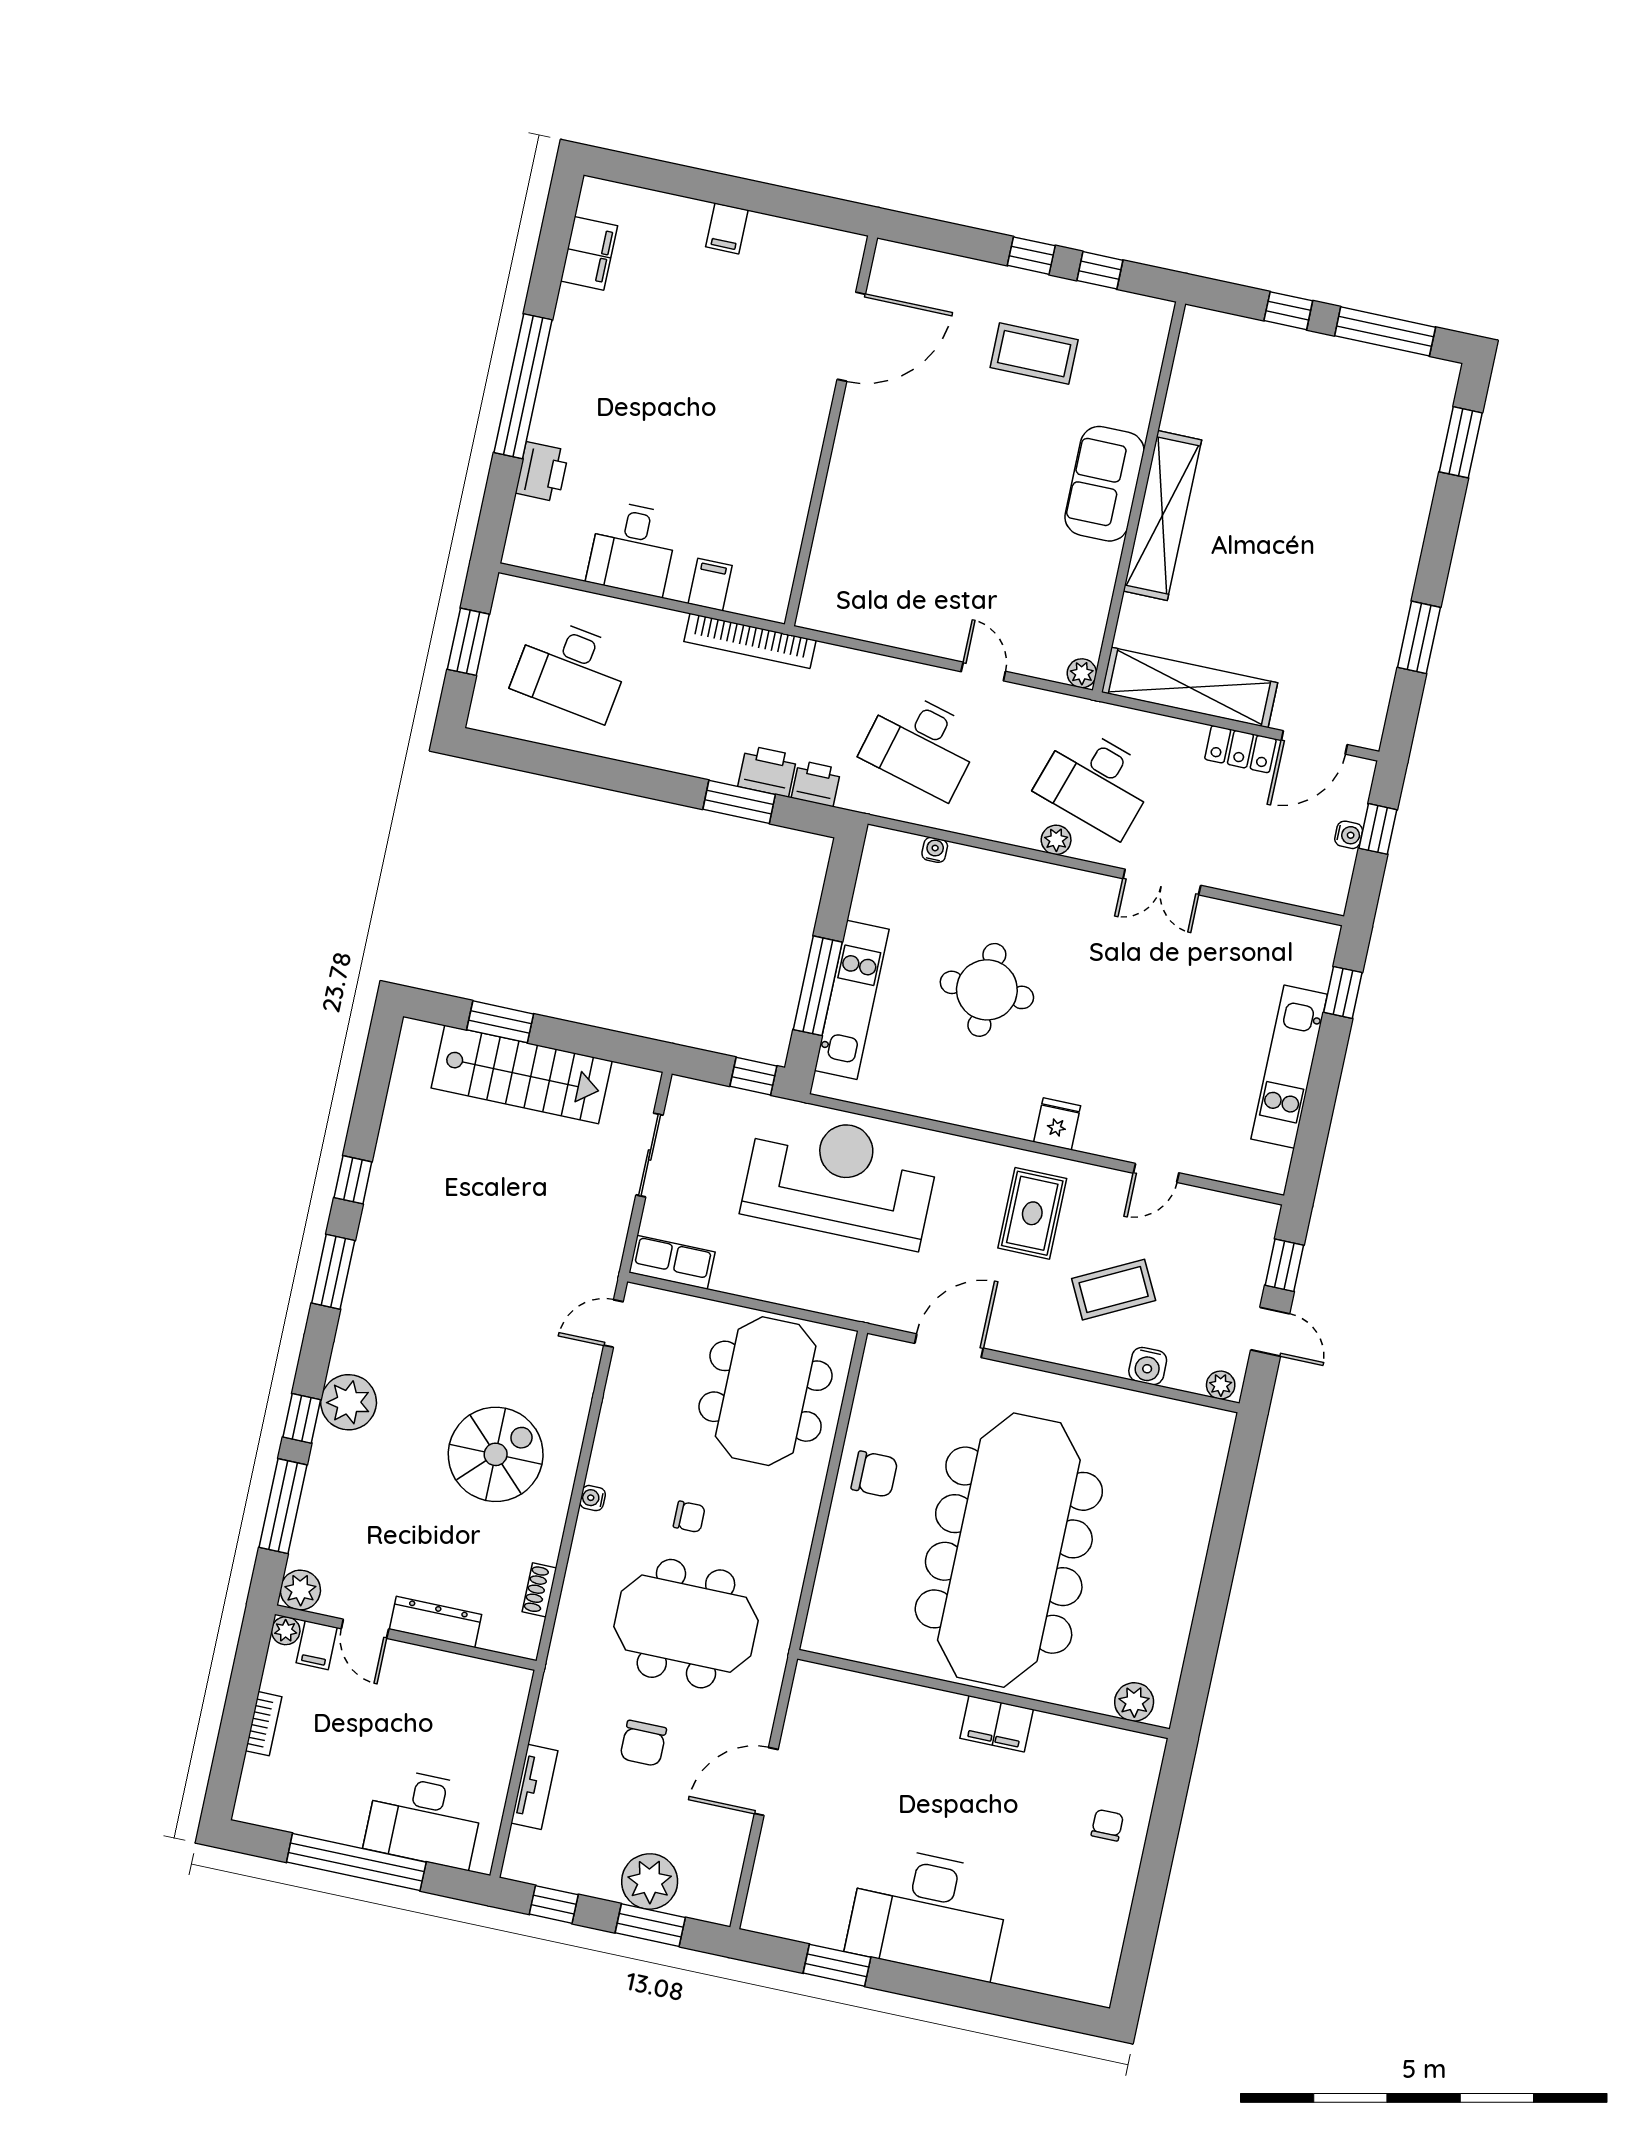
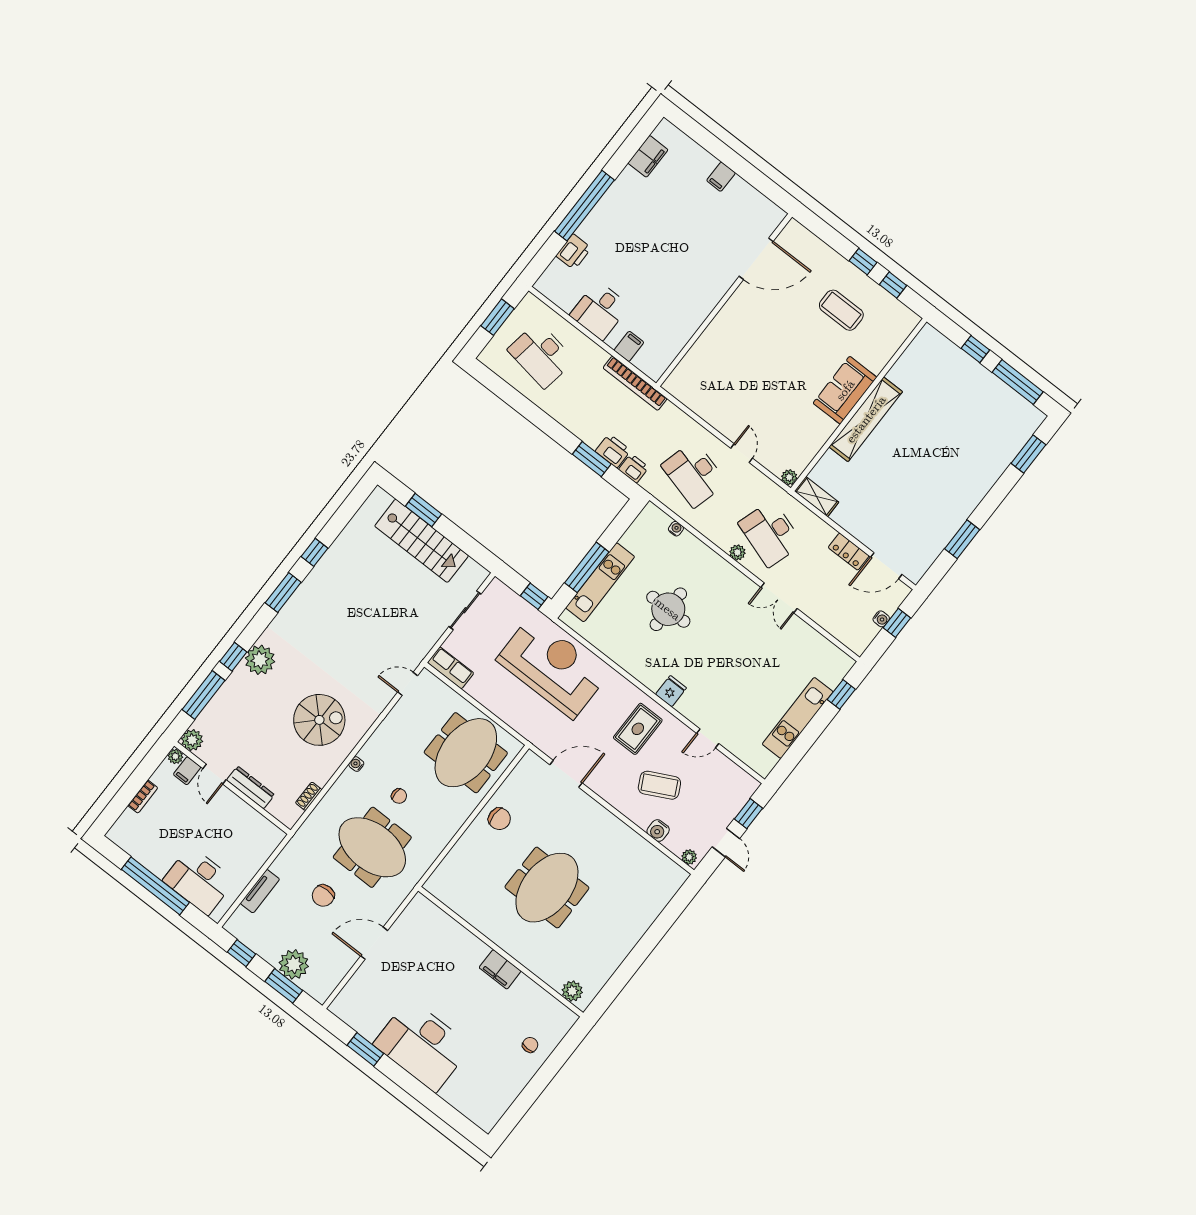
shelving: (1190, 688) -> (817, 497), width x0.45, depth x0.75
meeting table: (1009, 1550) -> (547, 888), width x0.54, depth x0.79

